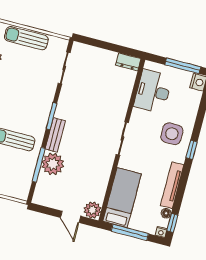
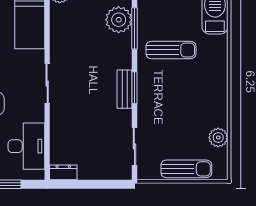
bench: (55, 135) -> (125, 89), moved
plant: (53, 164) -> (119, 20), moved

